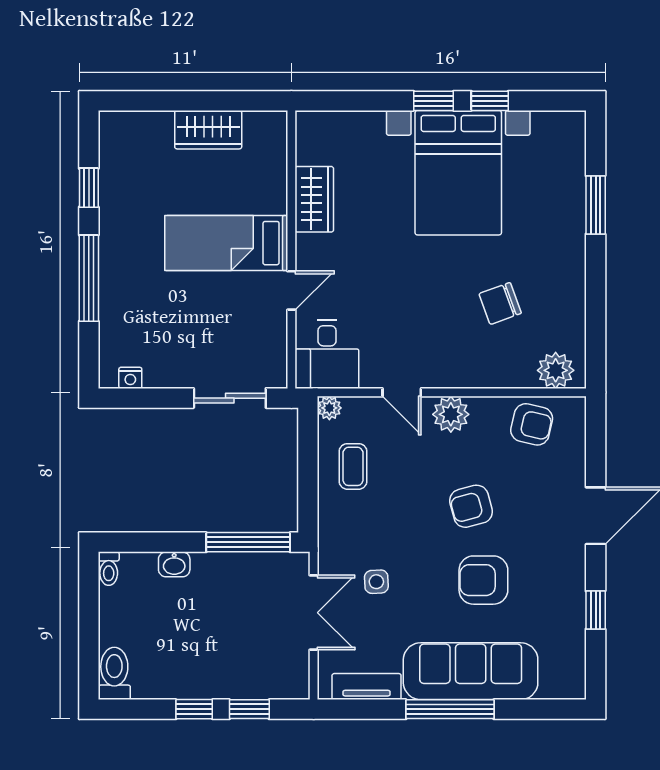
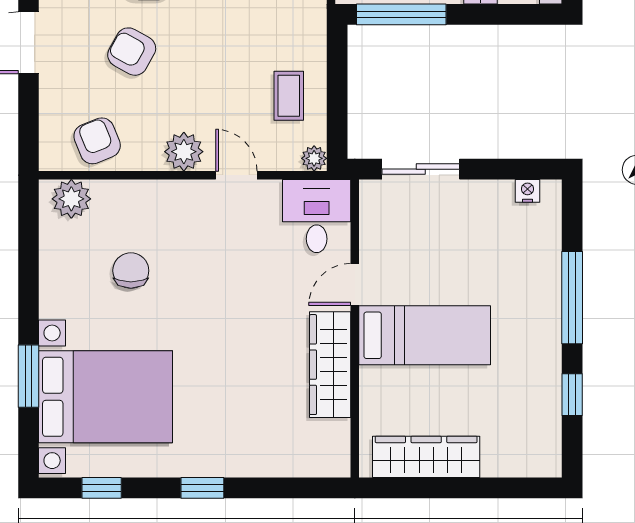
window: (490, 101) -> (102, 488), moved
wardrobe: (208, 130) -> (426, 457), width x1.50
bed with nightstands: (458, 173) -> (106, 397), moved, turned 90
wardrobe: (314, 199) -> (330, 365), width x1.50
chair: (500, 303) -> (131, 271), turned -70
armchair: (532, 424) -> (97, 141), turned 55
armchair: (471, 506) -> (132, 52), moved, turned -136

